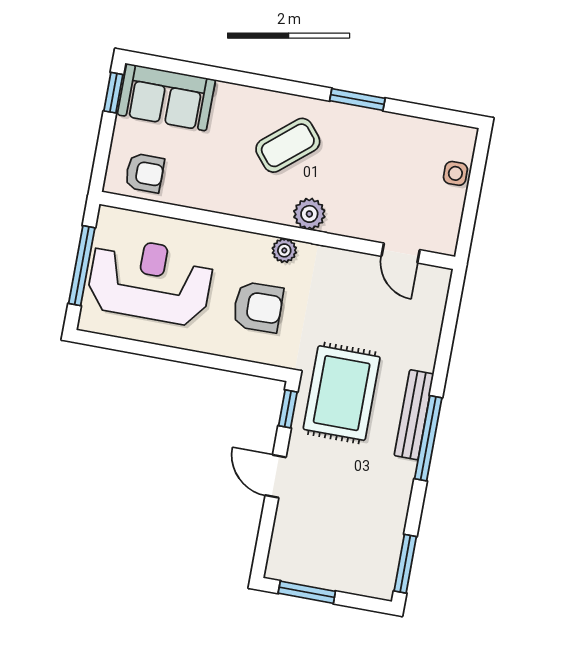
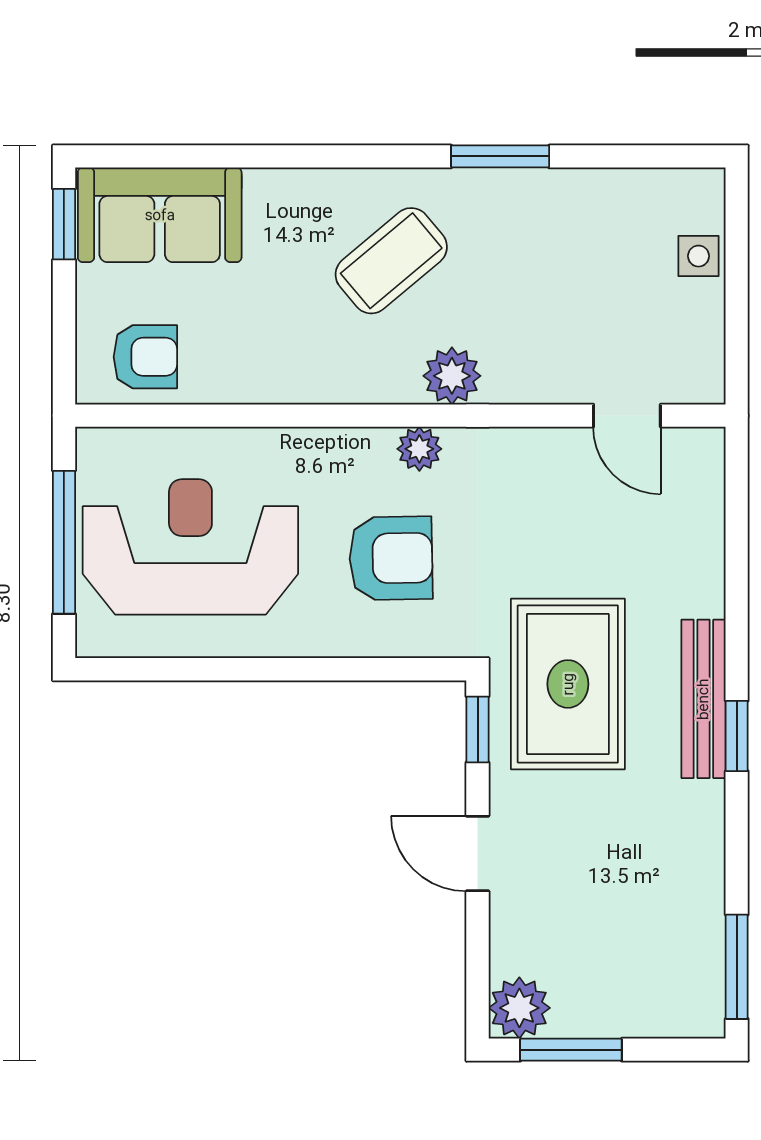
window: (428, 438) -> (737, 736), width x0.46
plant: (283, 564) -> (519, 1008), added

